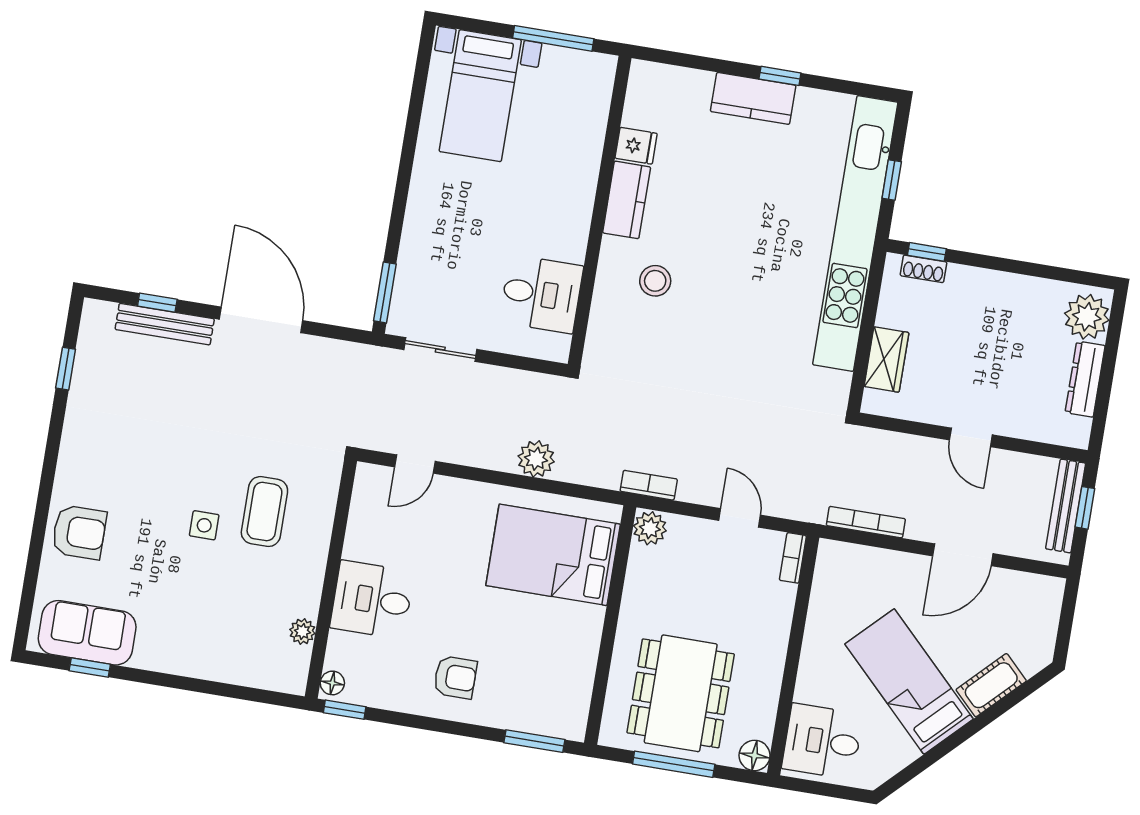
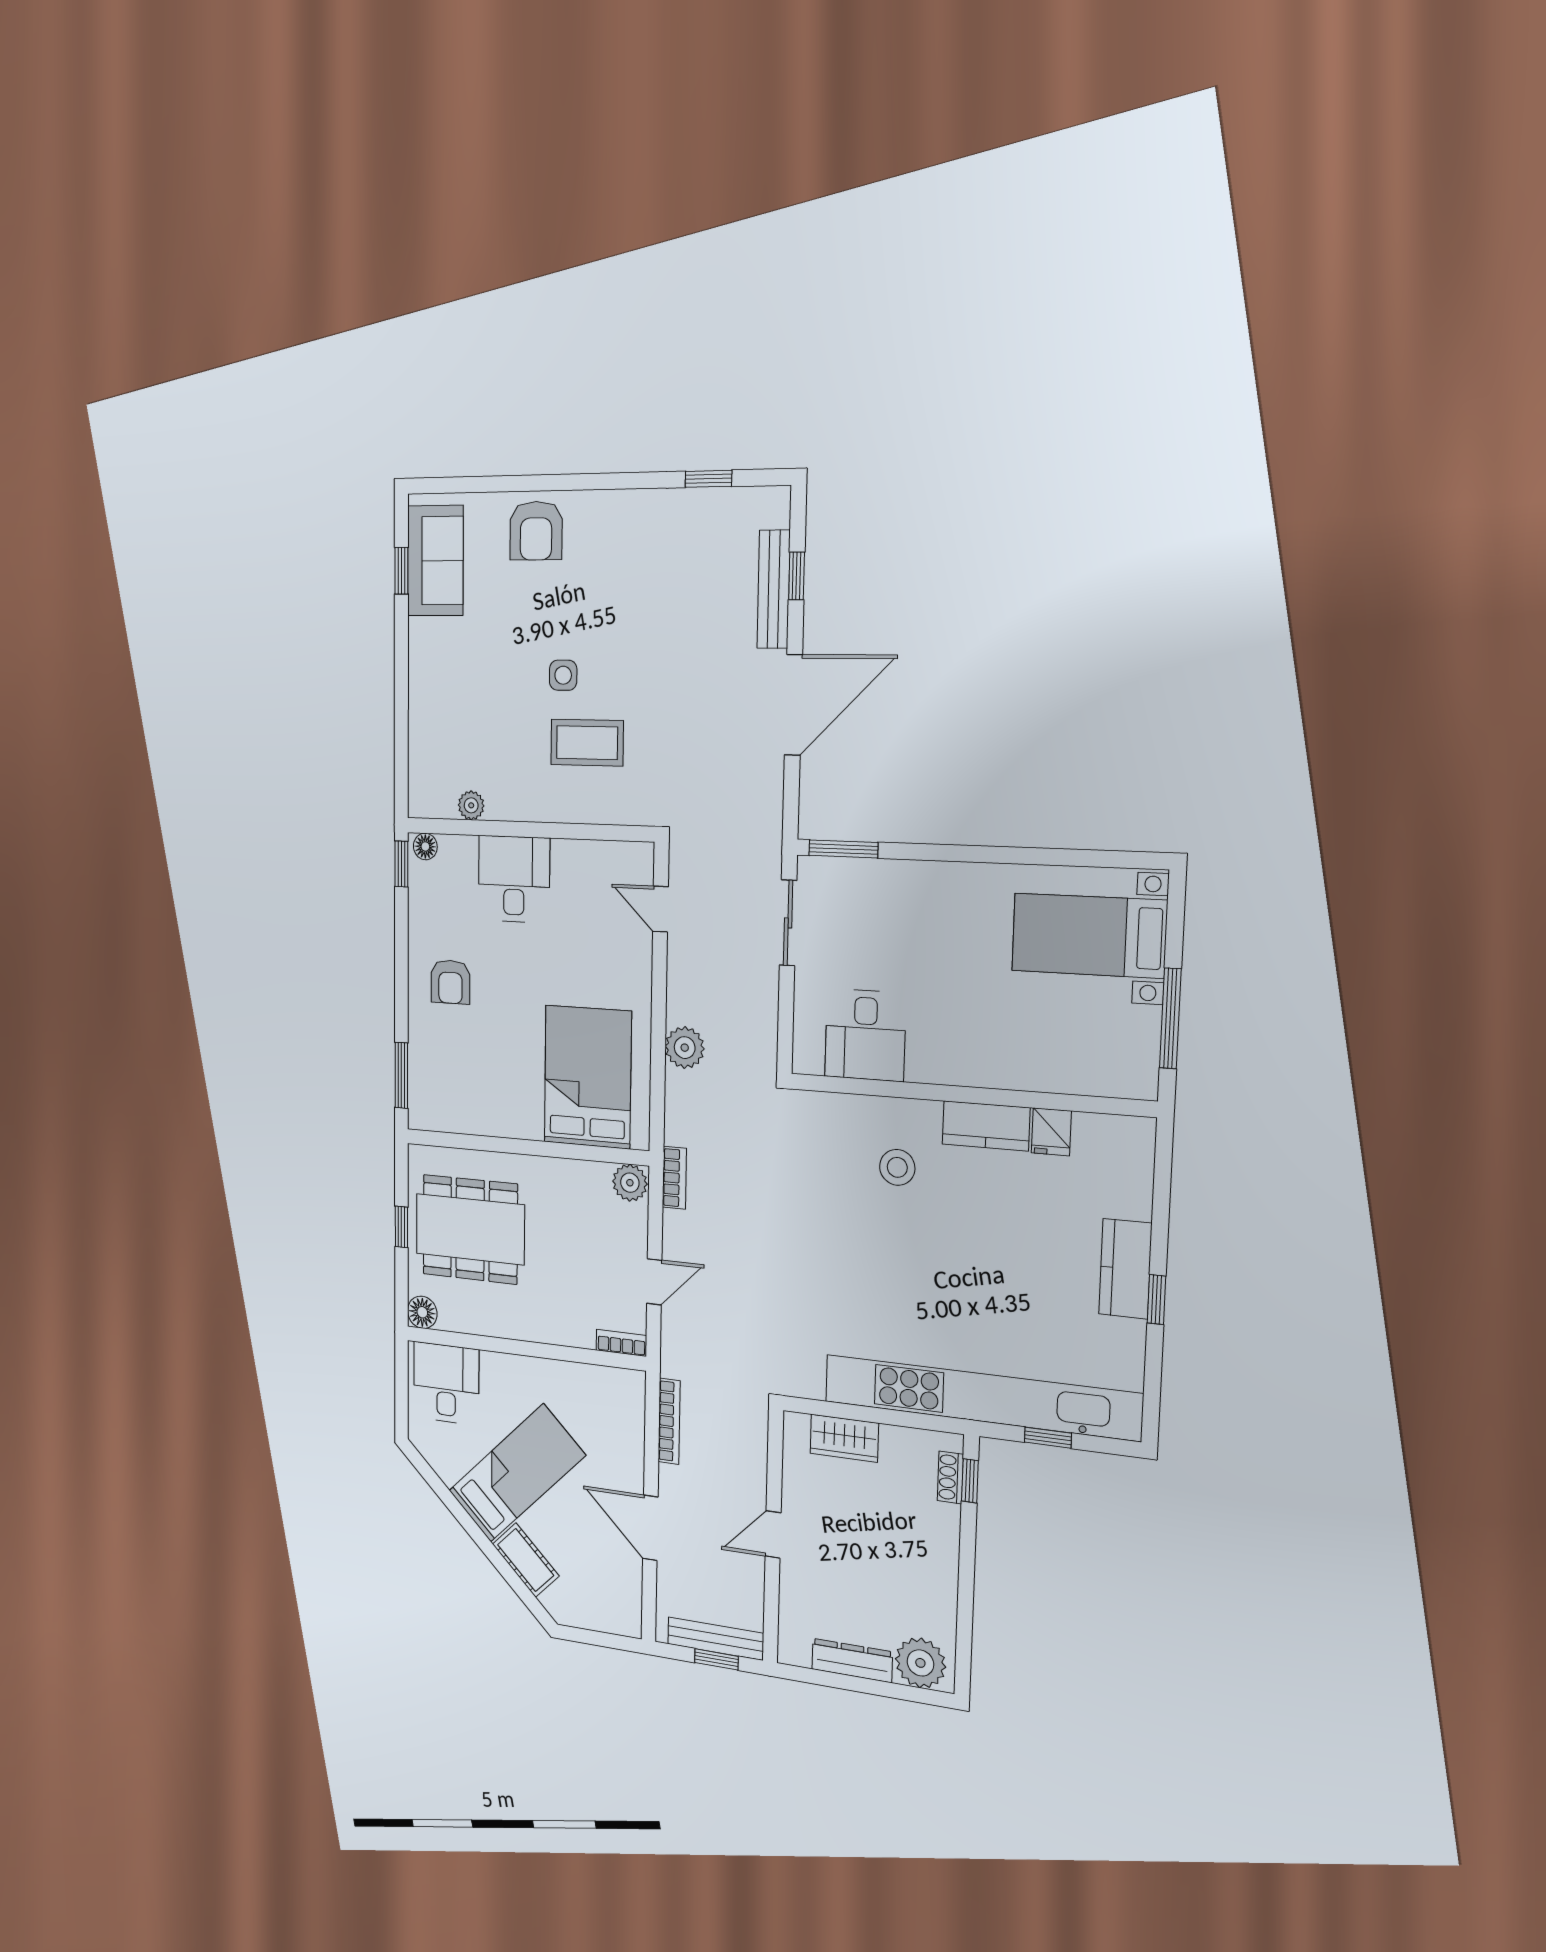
window: (674, 764) -> (401, 1227), width x0.46

